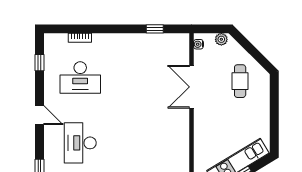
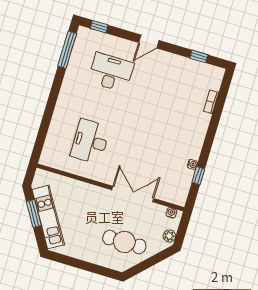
water cooler: (146, 38) -> (192, 164), added
desk: (80, 77) -> (90, 141), moved
cafe table: (240, 81) -> (124, 242), width x1.37, depth x1.35

